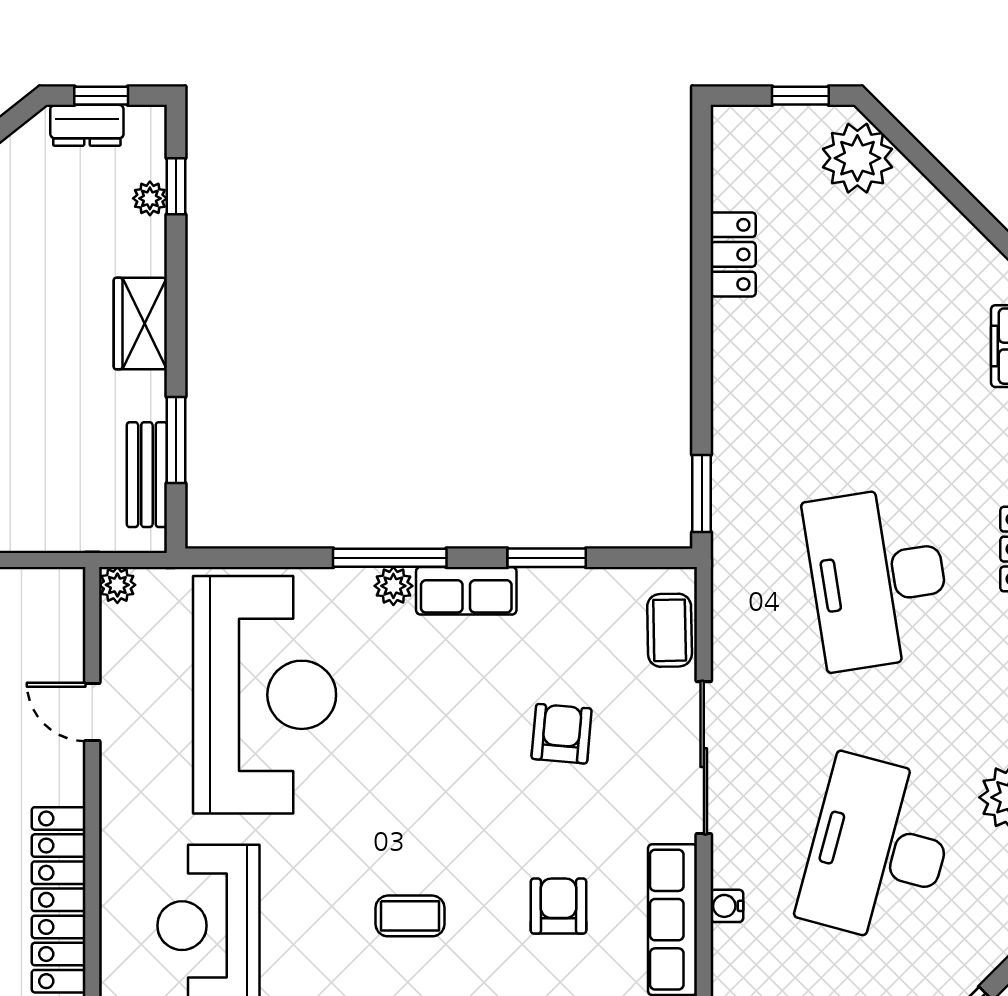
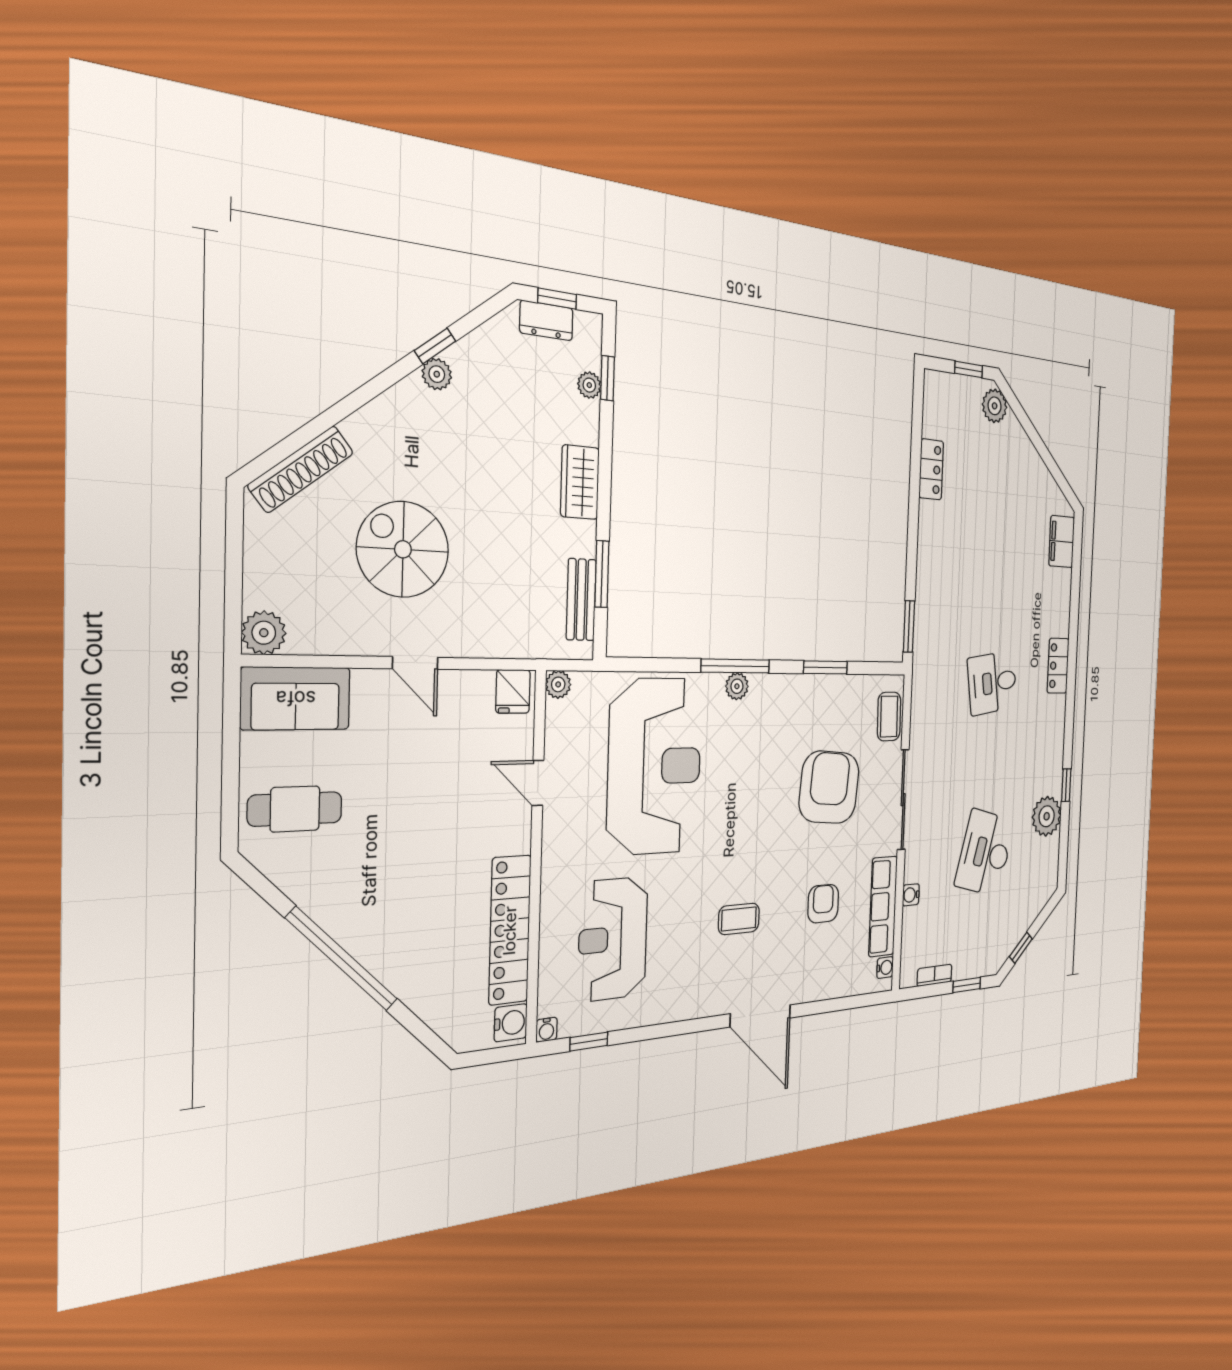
plant: (857, 158) -> (995, 406), width x0.73, depth x0.73
desk: (878, 578) -> (992, 683), width x0.53, depth x0.77
row of seats: (466, 591) -> (779, 690), removed
fridge: (54, 594) -> (513, 691), added
armchair: (562, 734) -> (829, 787), width x1.88, depth x1.88
desk: (878, 850) -> (985, 853), width x0.73, depth x0.77

